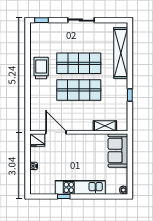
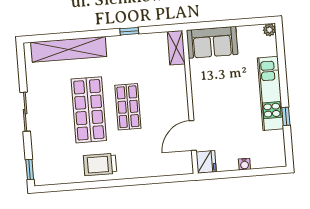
shop shelf: (79, 90) -> (128, 107), width x0.70, depth x0.74
shelving: (105, 126) -> (176, 48), moved

